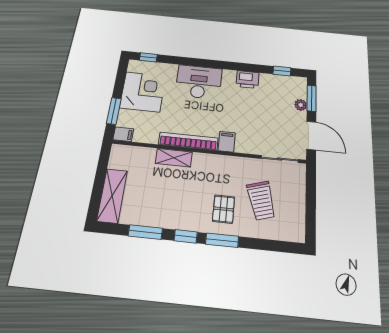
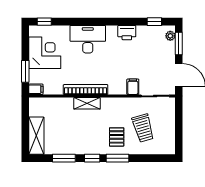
plant: (301, 105) -> (170, 36), moved
filing cabinet: (227, 142) -> (133, 87), moved
shelving: (174, 158) -> (87, 103), moved

